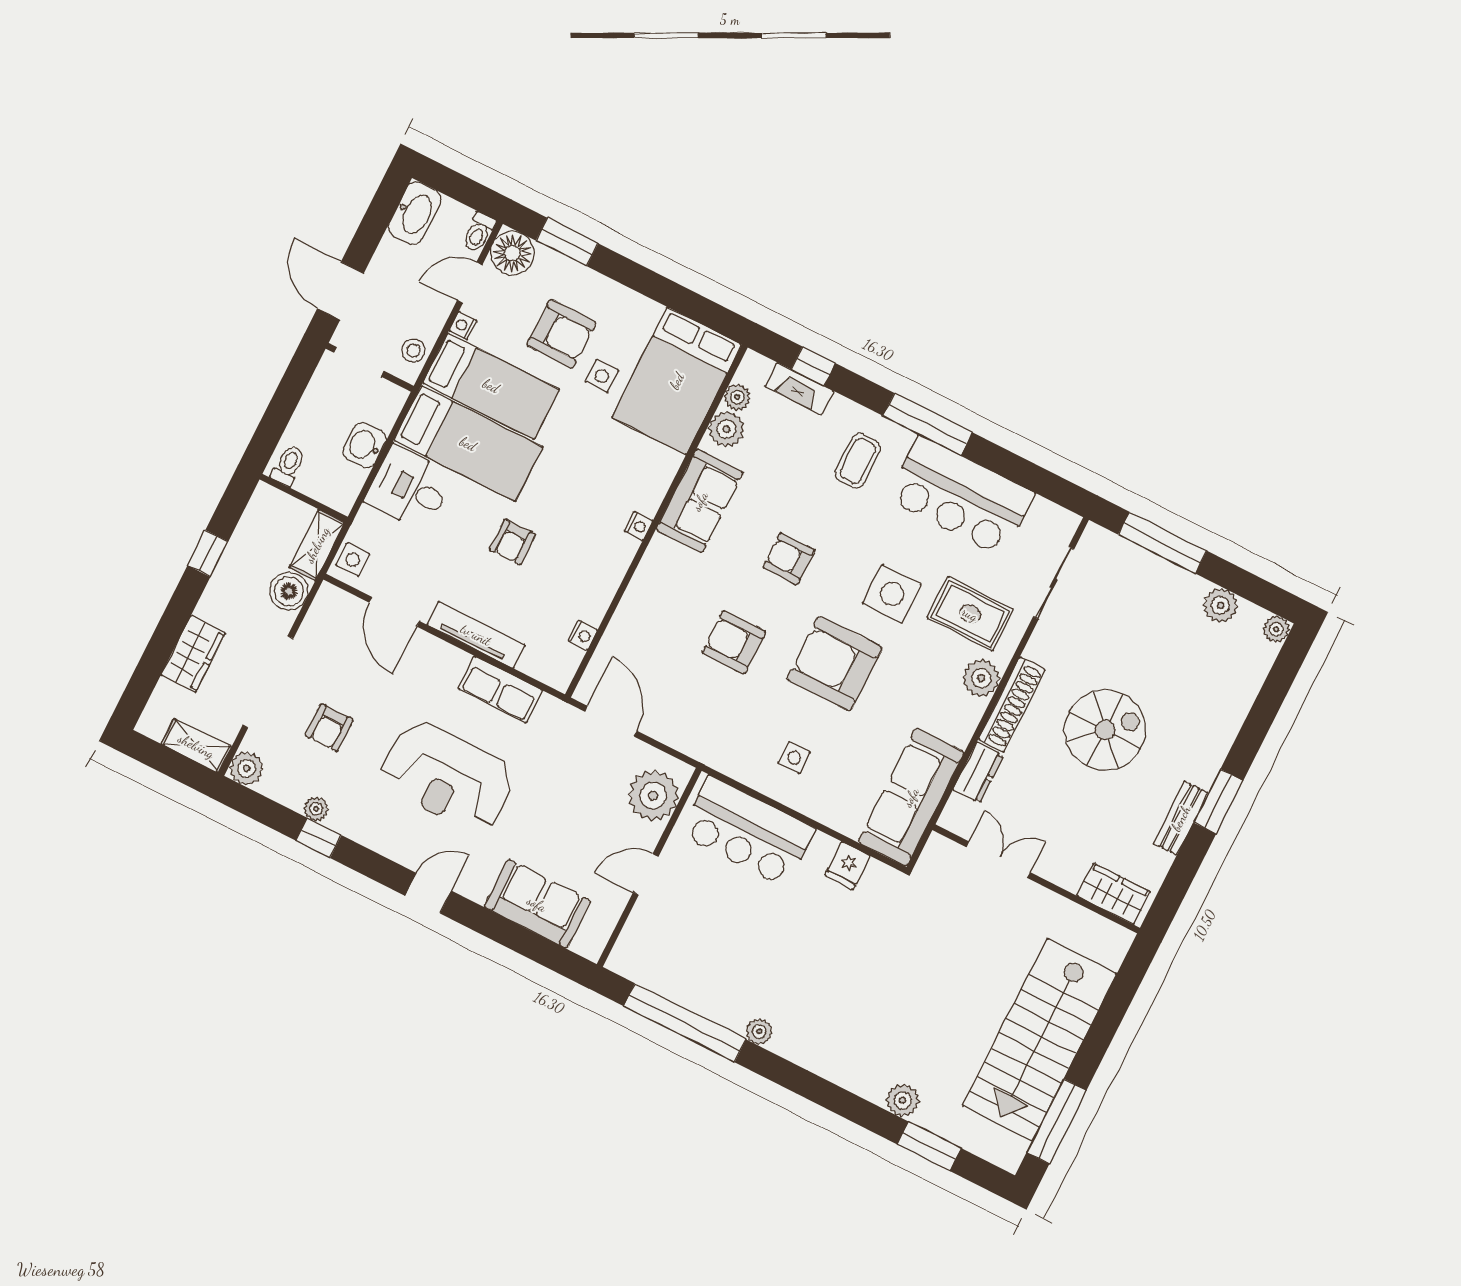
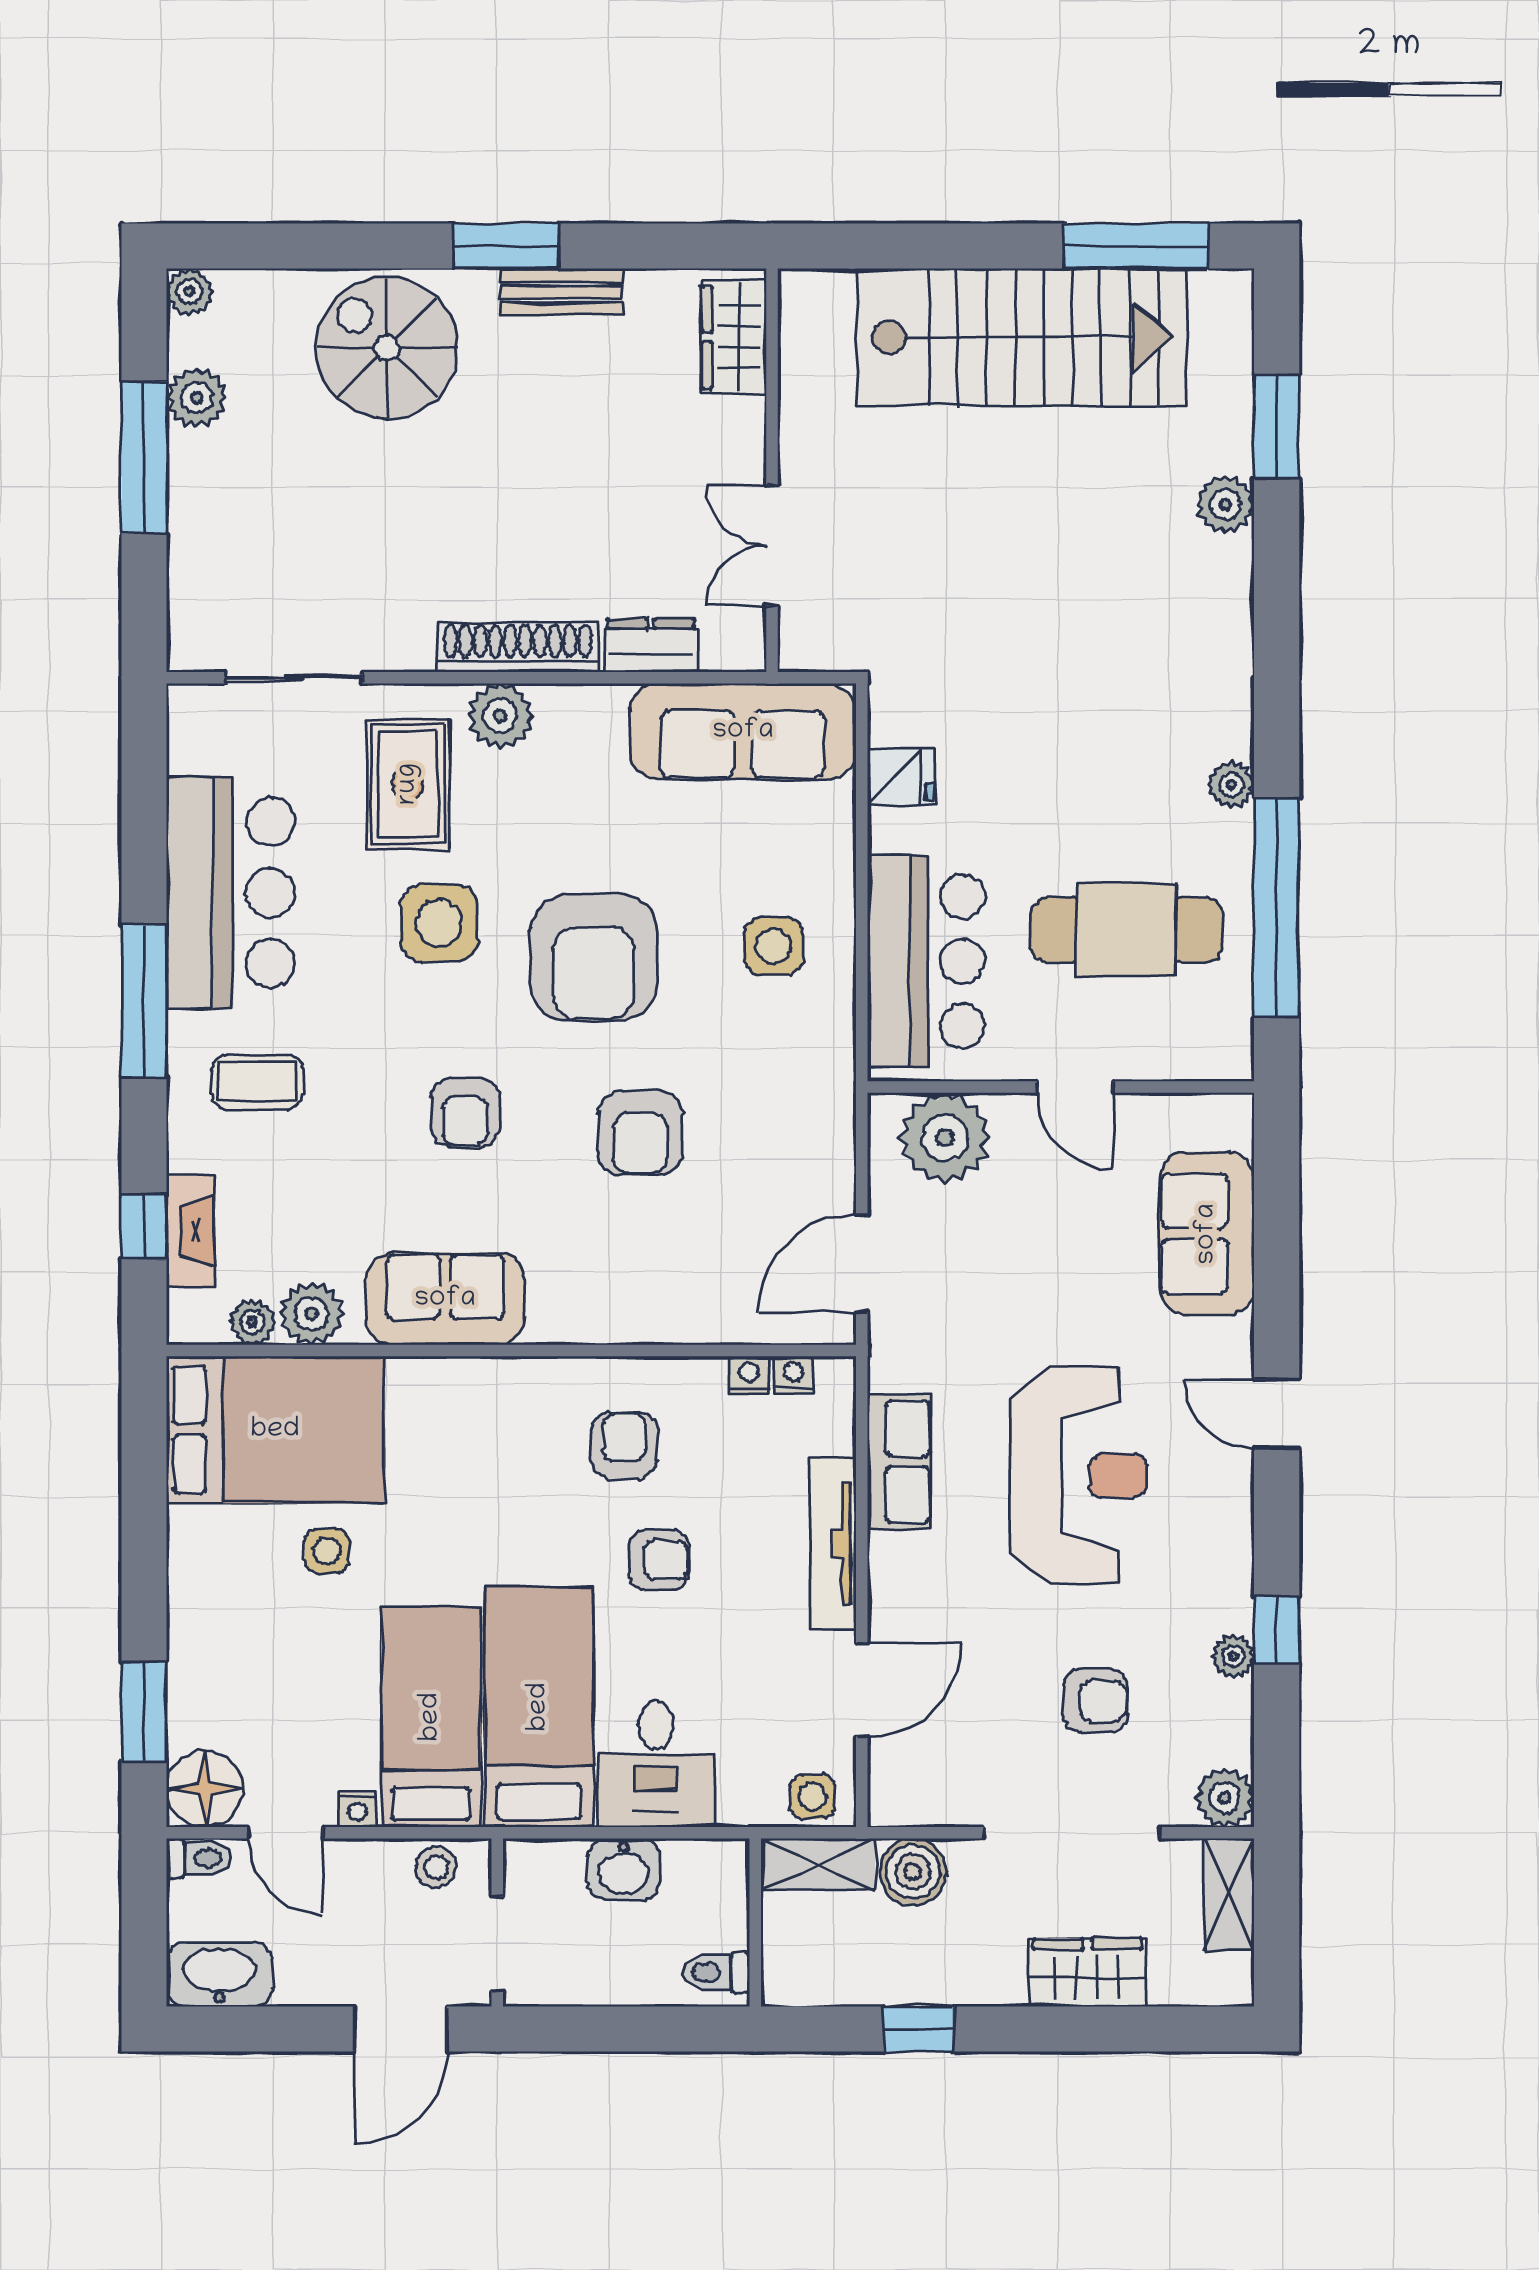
armchair: (562, 334) -> (624, 1446), moved, width x0.72, depth x0.72
nightstand: (638, 526) -> (794, 1375), moved
window: (1162, 543) -> (144, 458), moved
spiral stairs: (1105, 730) -> (387, 348), moved
side table: (794, 758) -> (774, 946), width x1.37, depth x1.37
cafe table: (712, 941) -> (1126, 930), added

